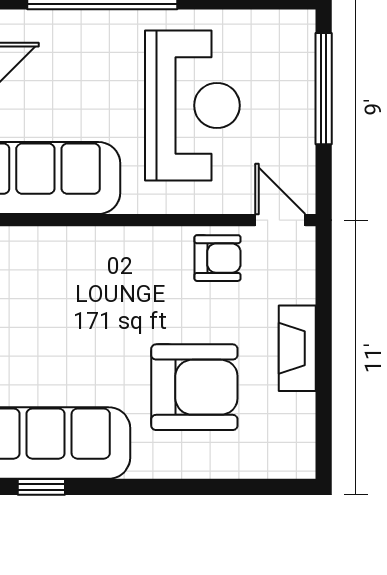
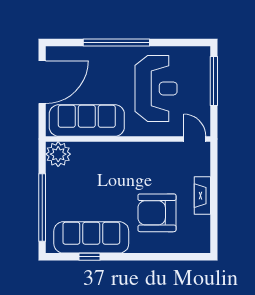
armchair: (217, 258) -> (167, 156), removed
armchair: (194, 387) -> (157, 213), turned 180

